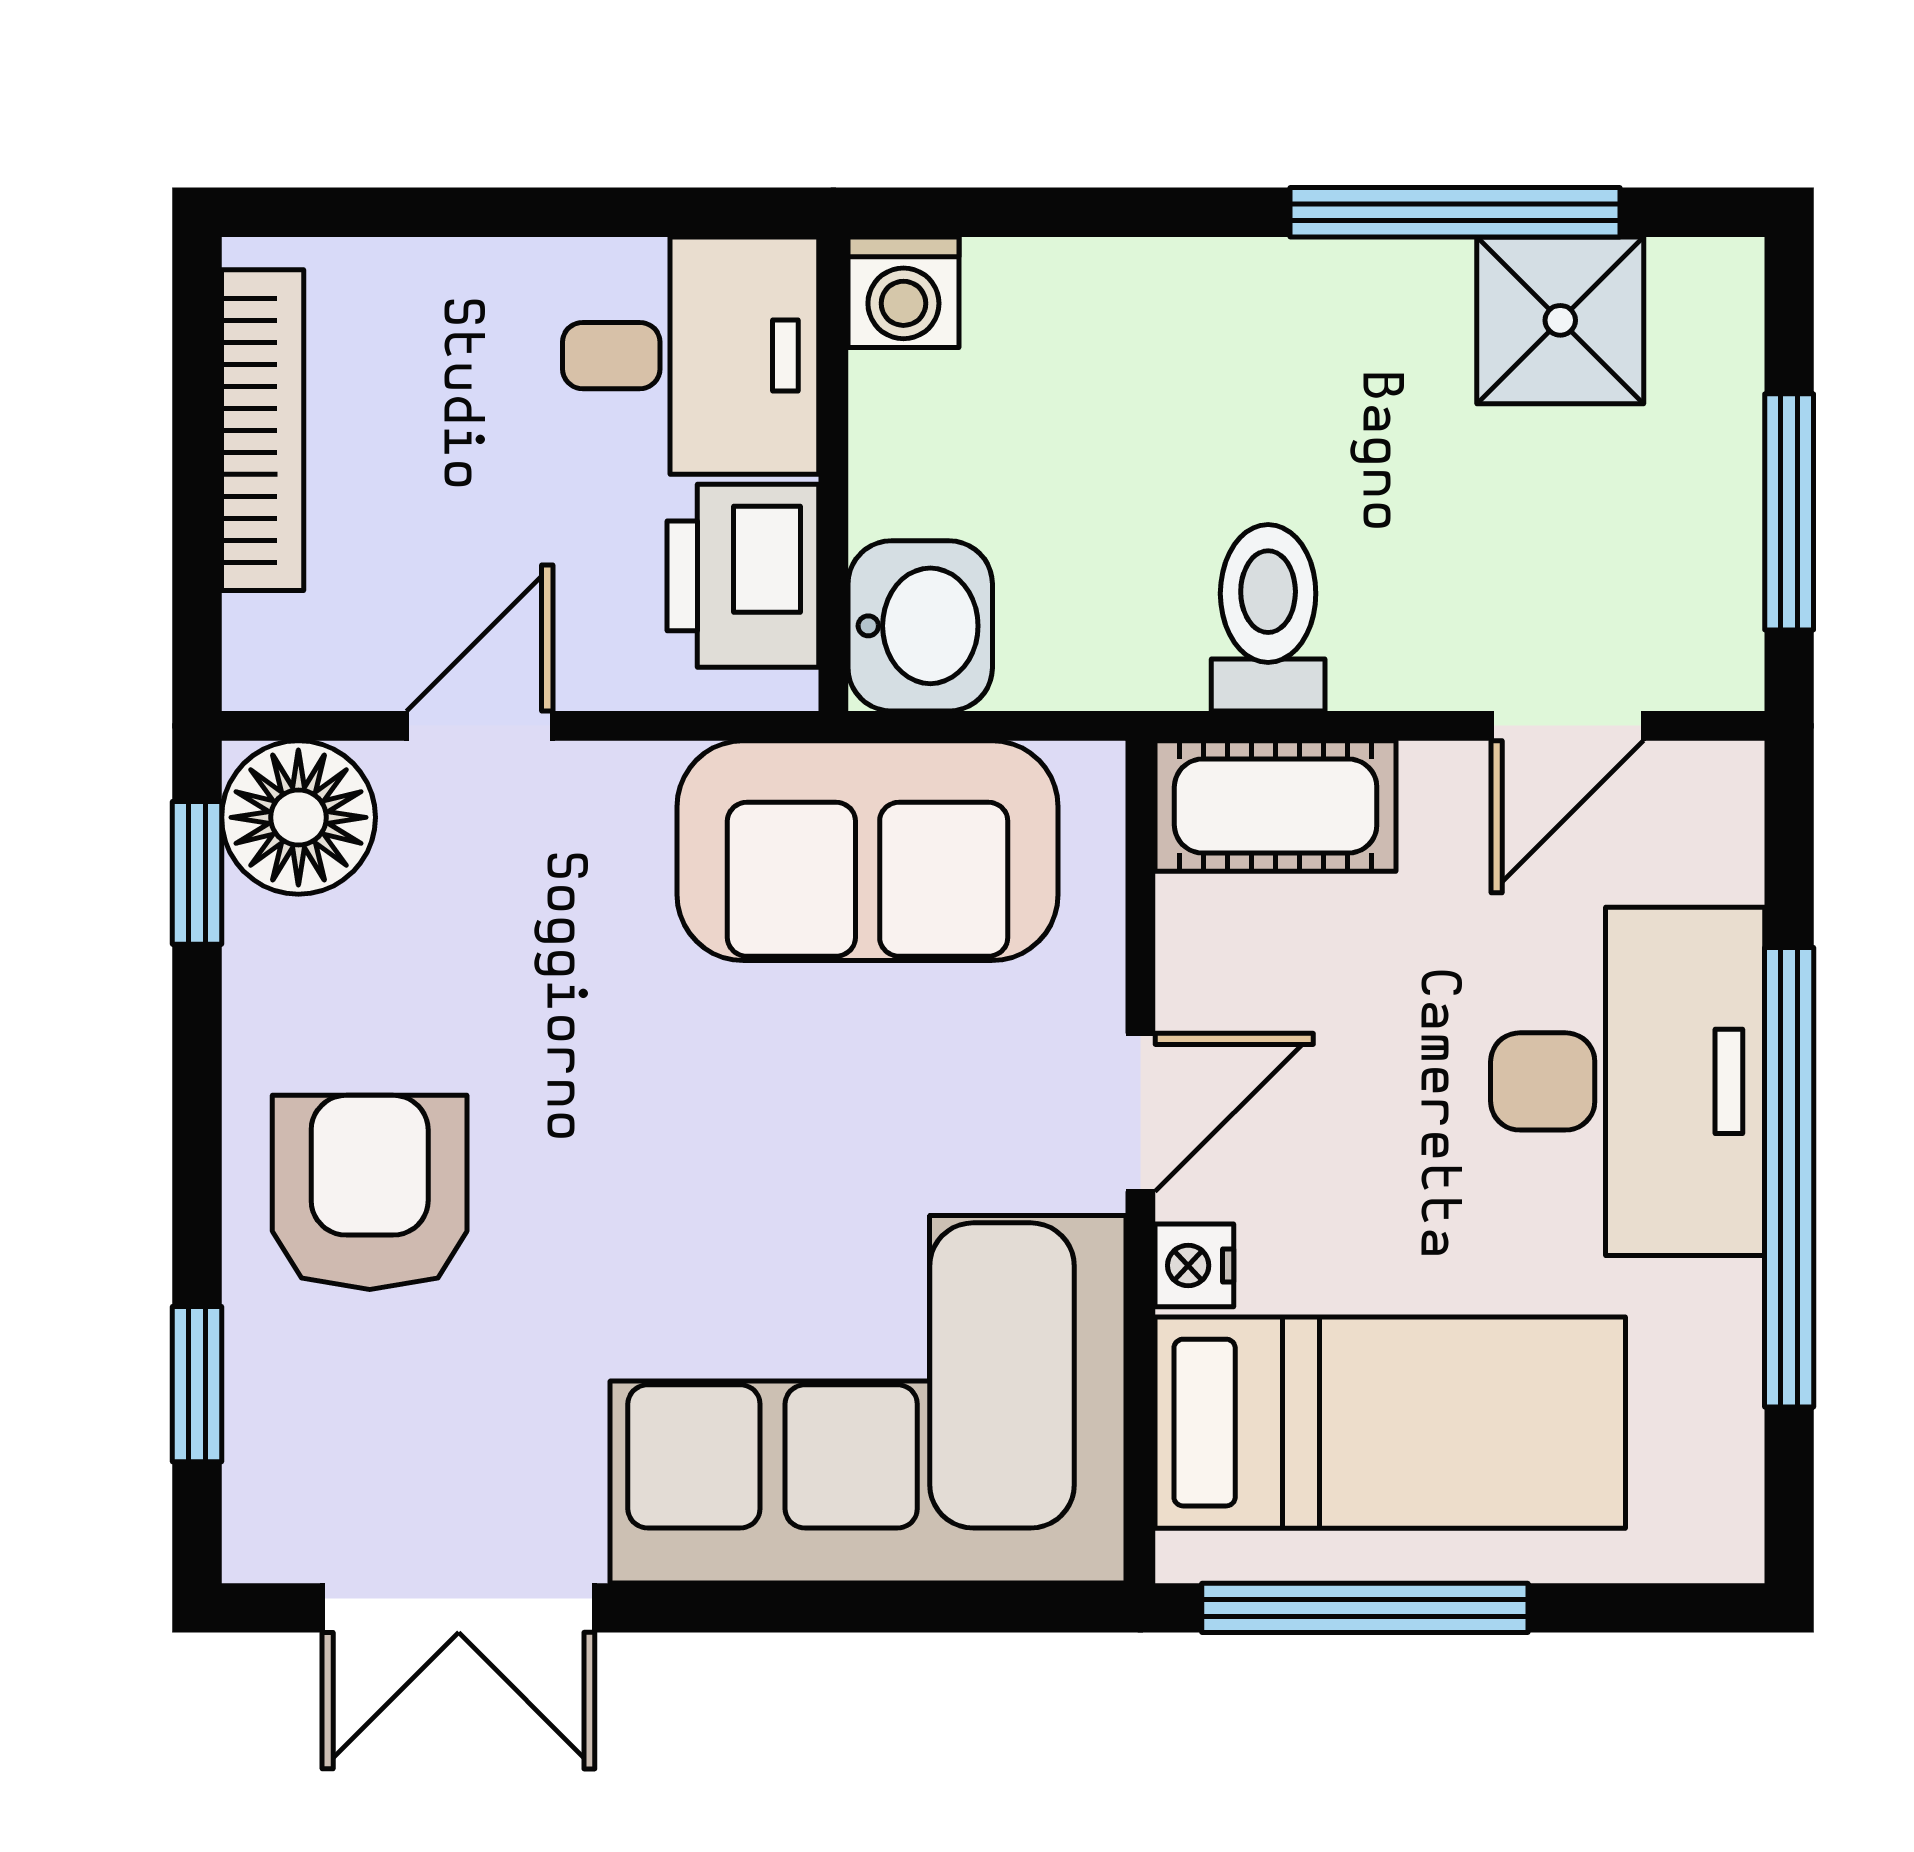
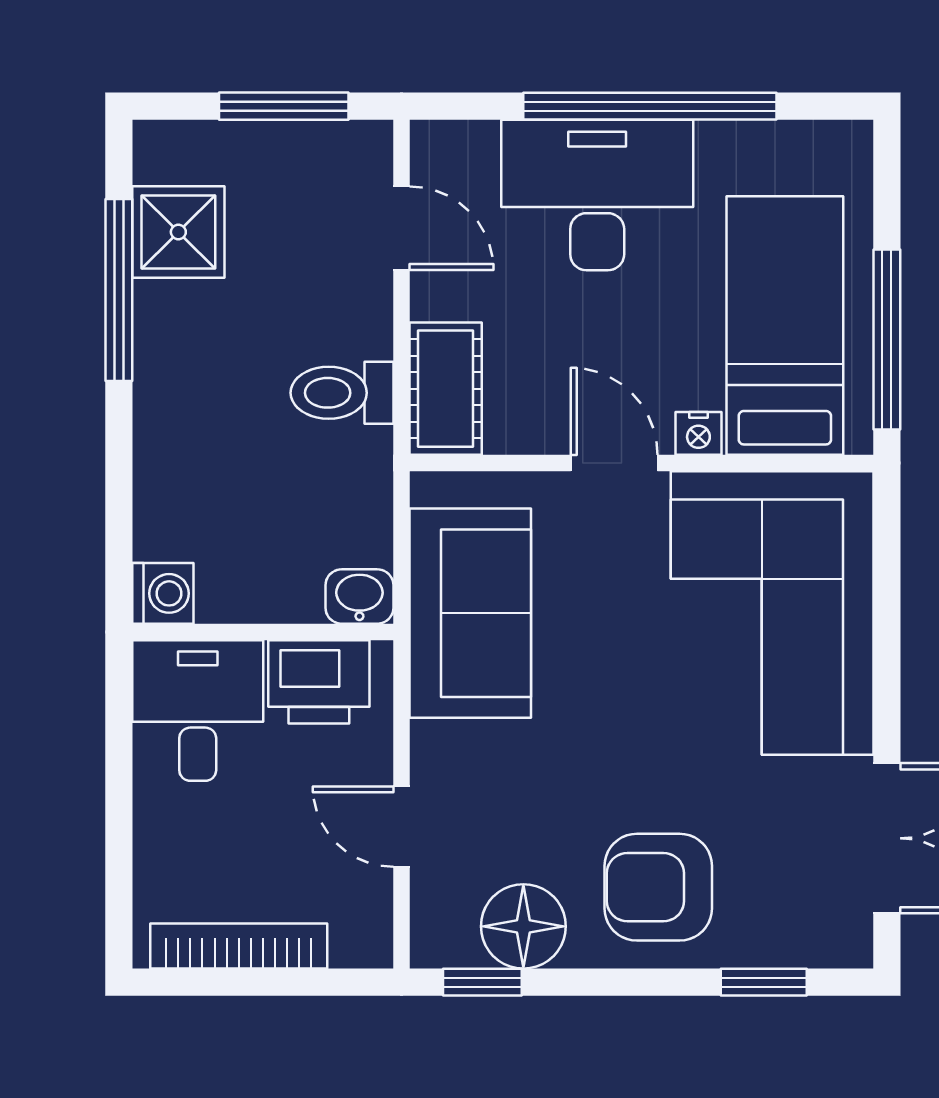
washbasin: (920, 626) -> (359, 596), width x0.72, depth x0.69
floor lamp: (298, 817) -> (523, 926), moved

